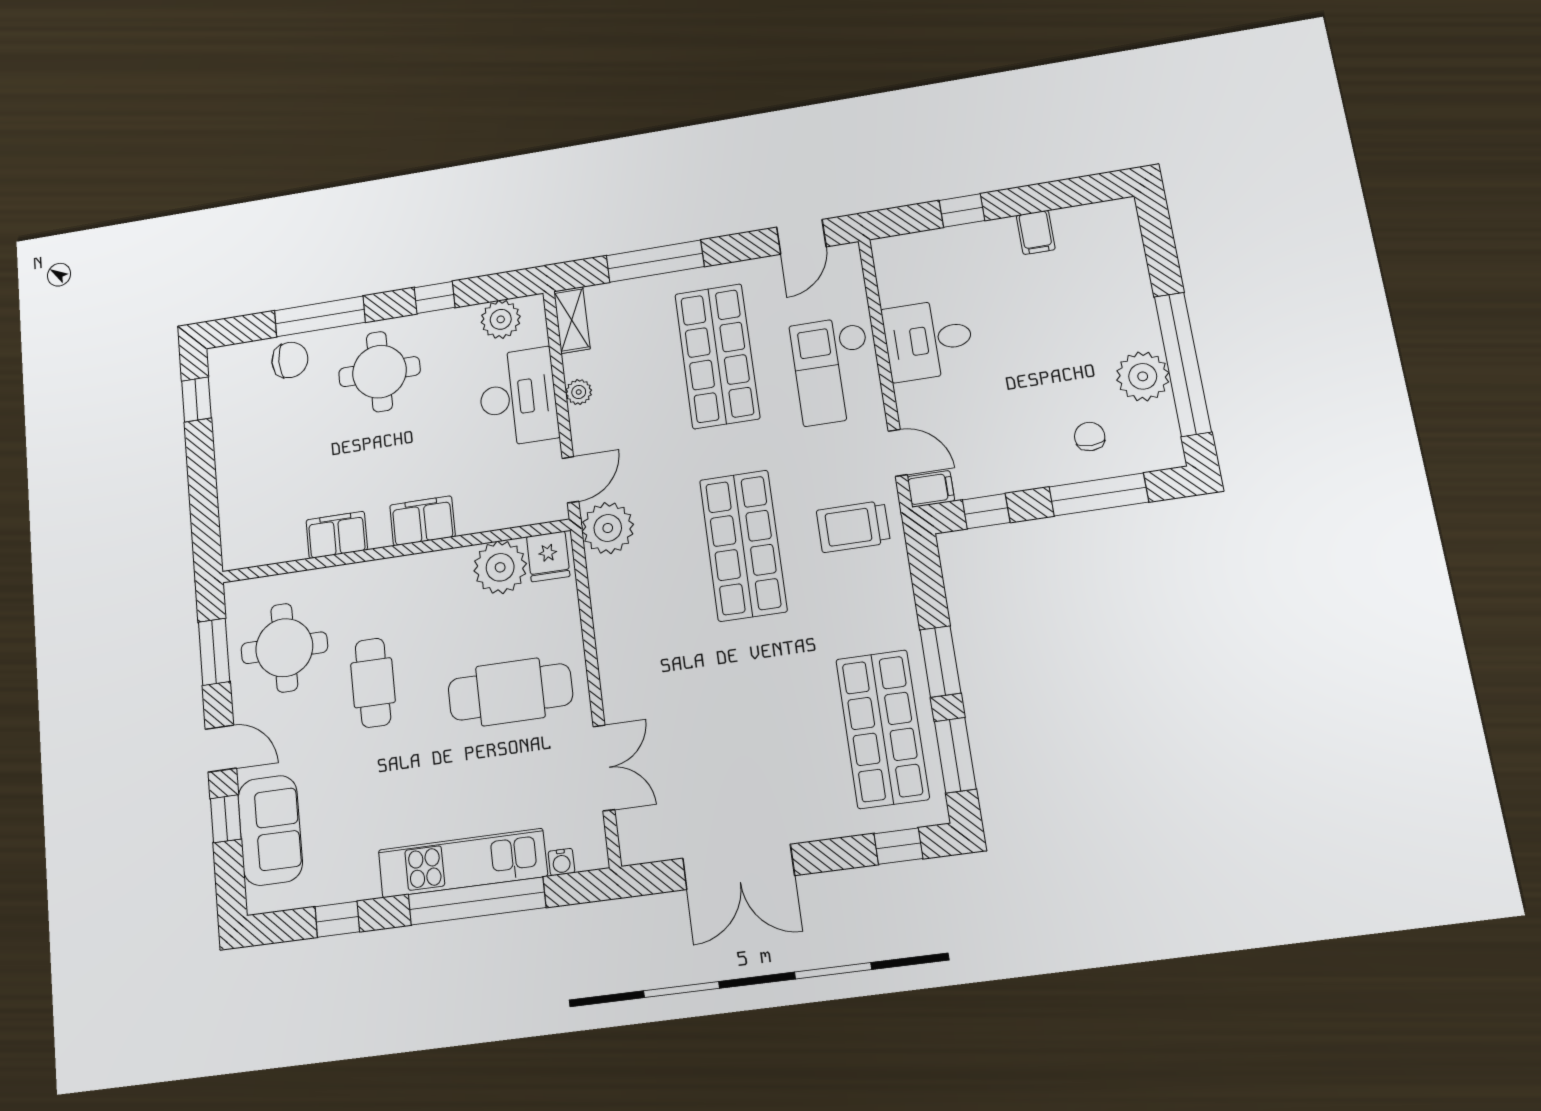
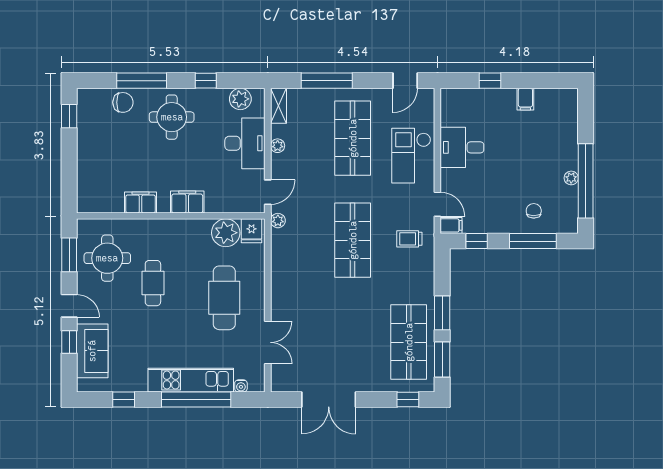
plant: (1143, 376) -> (571, 178), width x0.53, depth x0.53
trolley: (853, 527) -> (409, 239), width x0.73, depth x0.72
plant: (608, 528) -> (278, 221), width x0.53, depth x0.53
cafe table: (510, 692) -> (224, 298), turned 90

